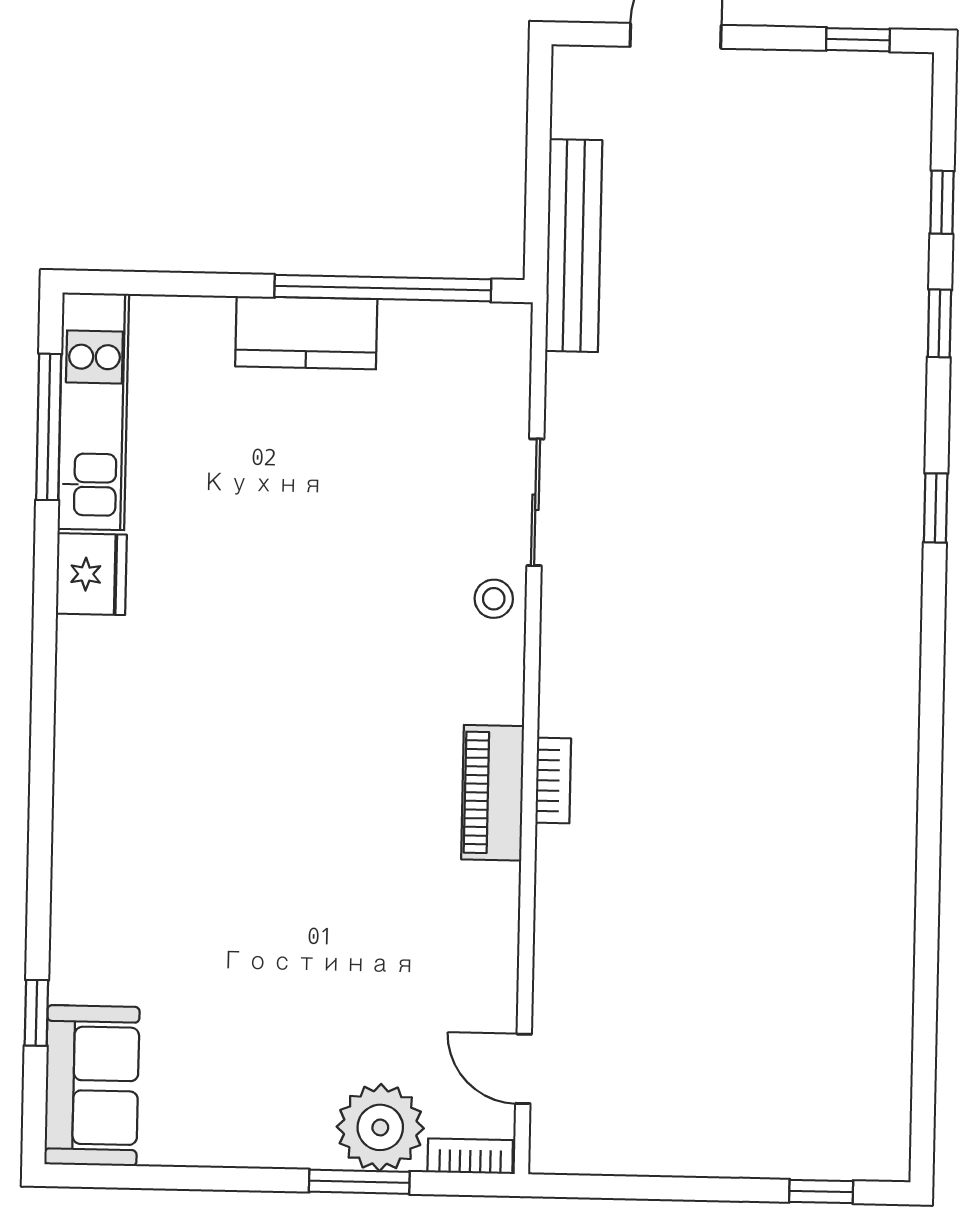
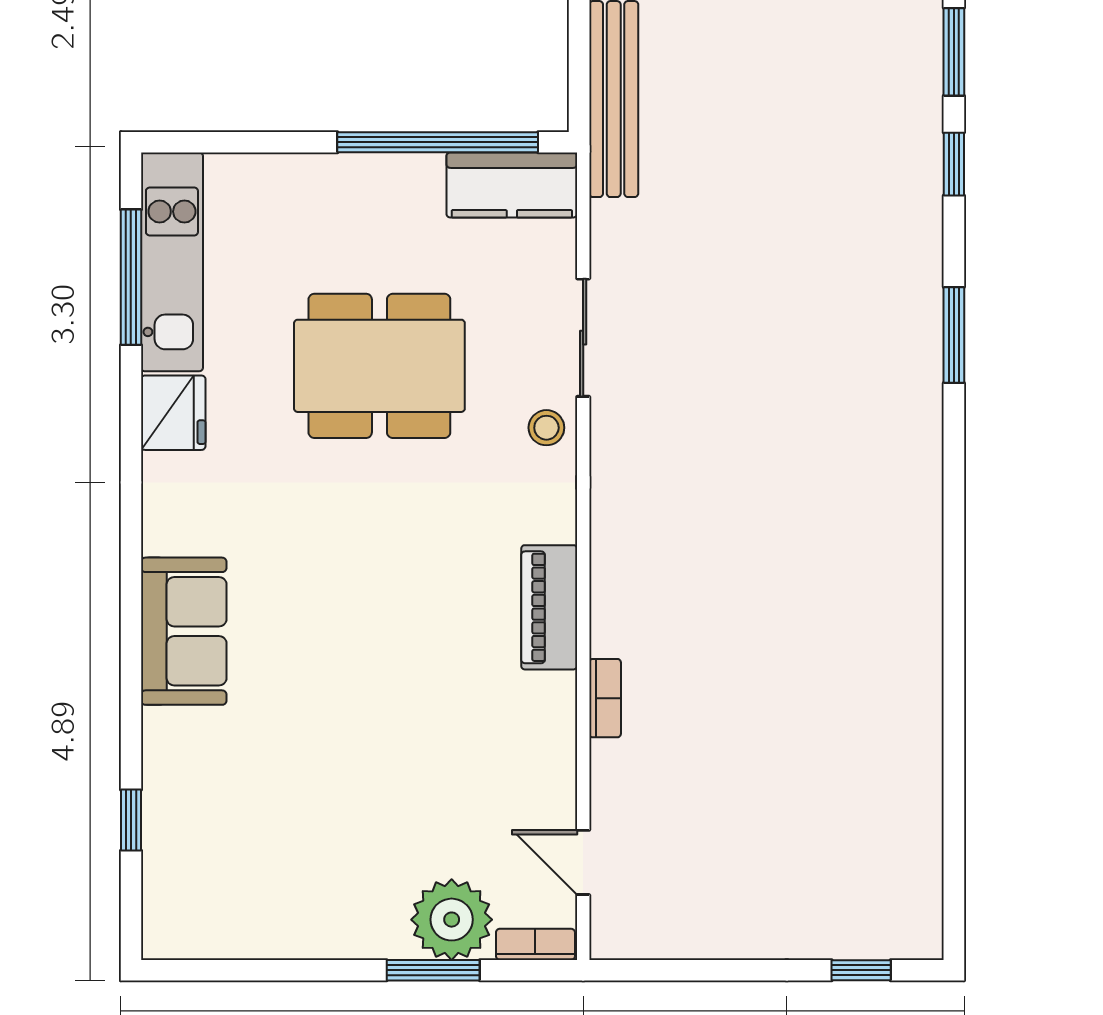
window: (942, 202) -> (954, 52), width x1.50
kitchen counter: (306, 333) -> (512, 185), moved
window: (936, 508) -> (954, 335), width x1.50
dining table: (315, 528) -> (379, 366), added
bookcase: (553, 781) -> (605, 698), moved
sofa: (92, 1086) -> (184, 631), moved

